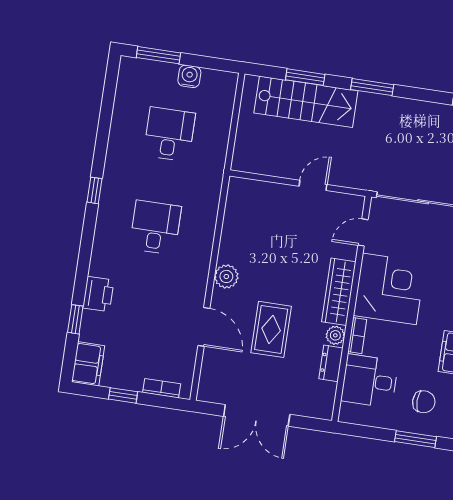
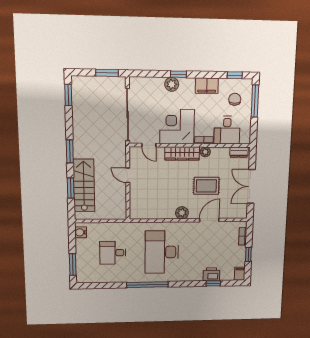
water cooler: (189, 76) -> (81, 232), moved
window: (95, 190) -> (147, 285), width x3.17
desk: (155, 227) -> (162, 252), width x1.87, depth x1.30
printer: (98, 294) -> (211, 274), moved
dresser: (331, 363) -> (239, 152), moved
filing cabinet: (88, 364) -> (240, 274), width x0.50
double door: (257, 415) -> (251, 187), swing flipped
window: (416, 439) -> (255, 101), width x1.44

